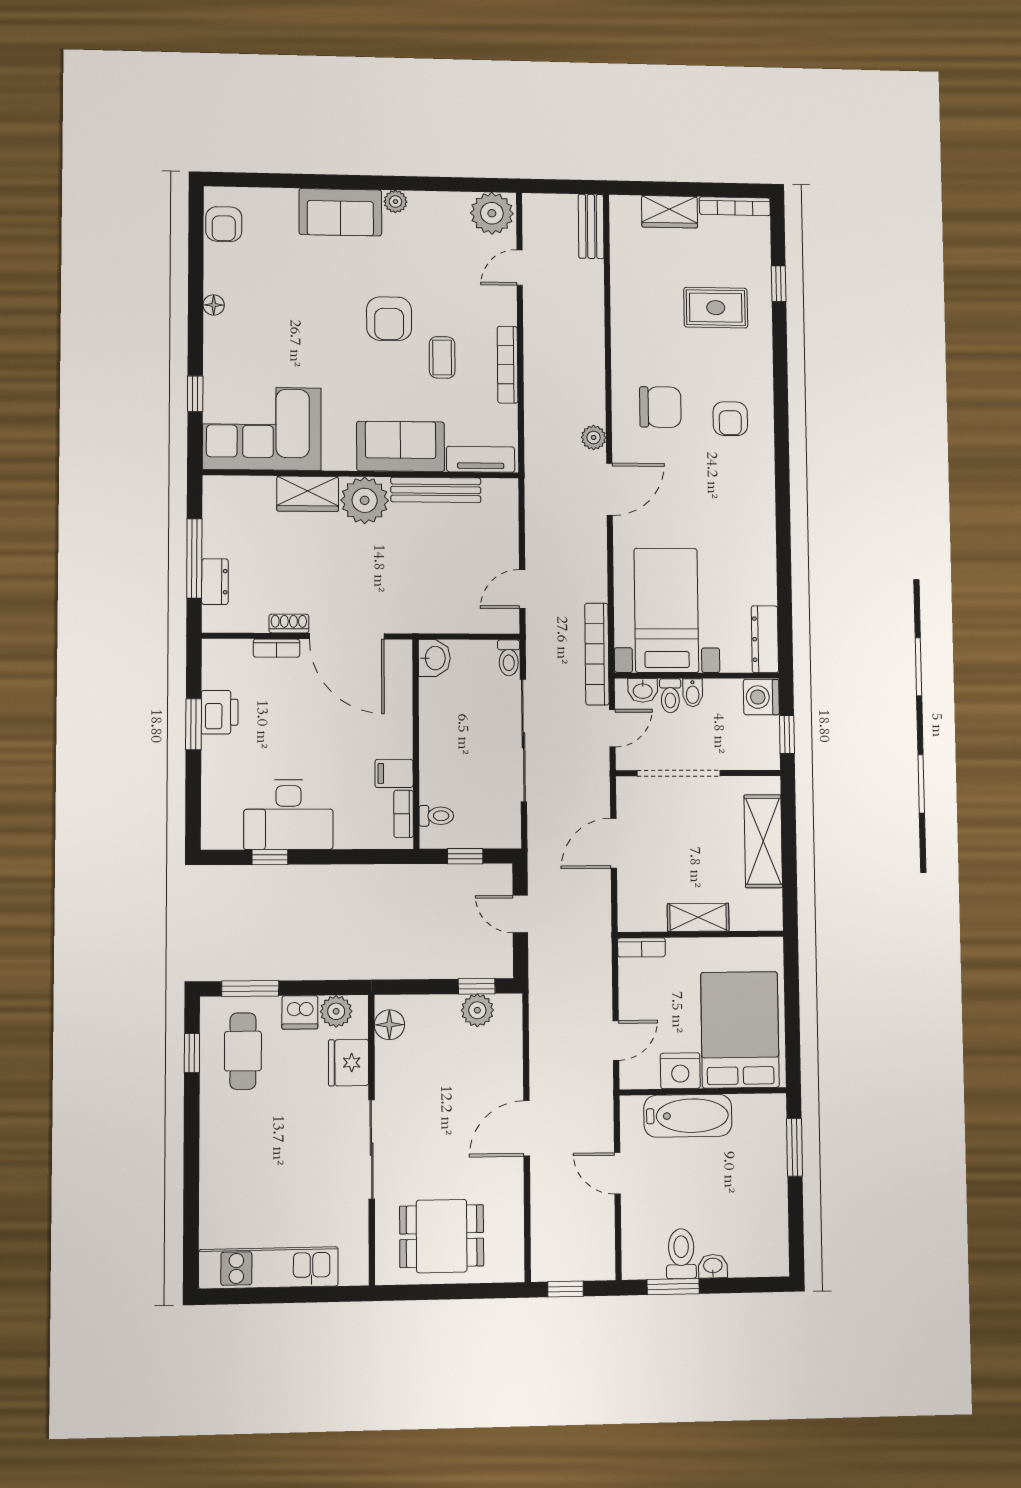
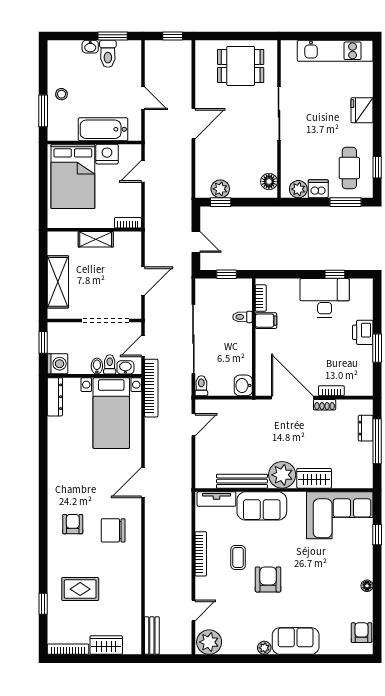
plant: (594, 438) -> (152, 512), removed
printer: (220, 712) -> (363, 332), moved
toilet: (436, 816) -> (243, 317), moved
fridge: (349, 1063) -> (362, 110), moved, turned 180
stool: (763, 1178) -> (62, 94), added

